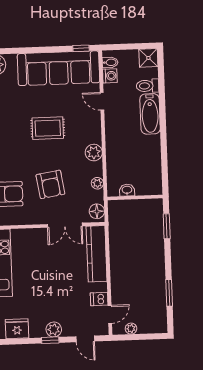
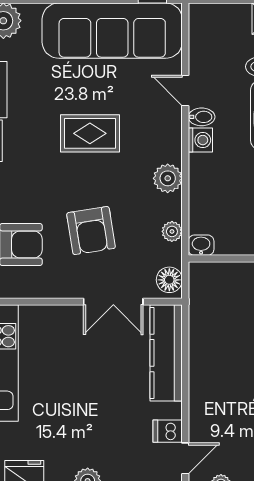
bidet: (110, 62) -> (202, 117), moved
washing machine: (110, 76) -> (200, 140), moved
washbasin: (127, 190) -> (201, 245), moved

